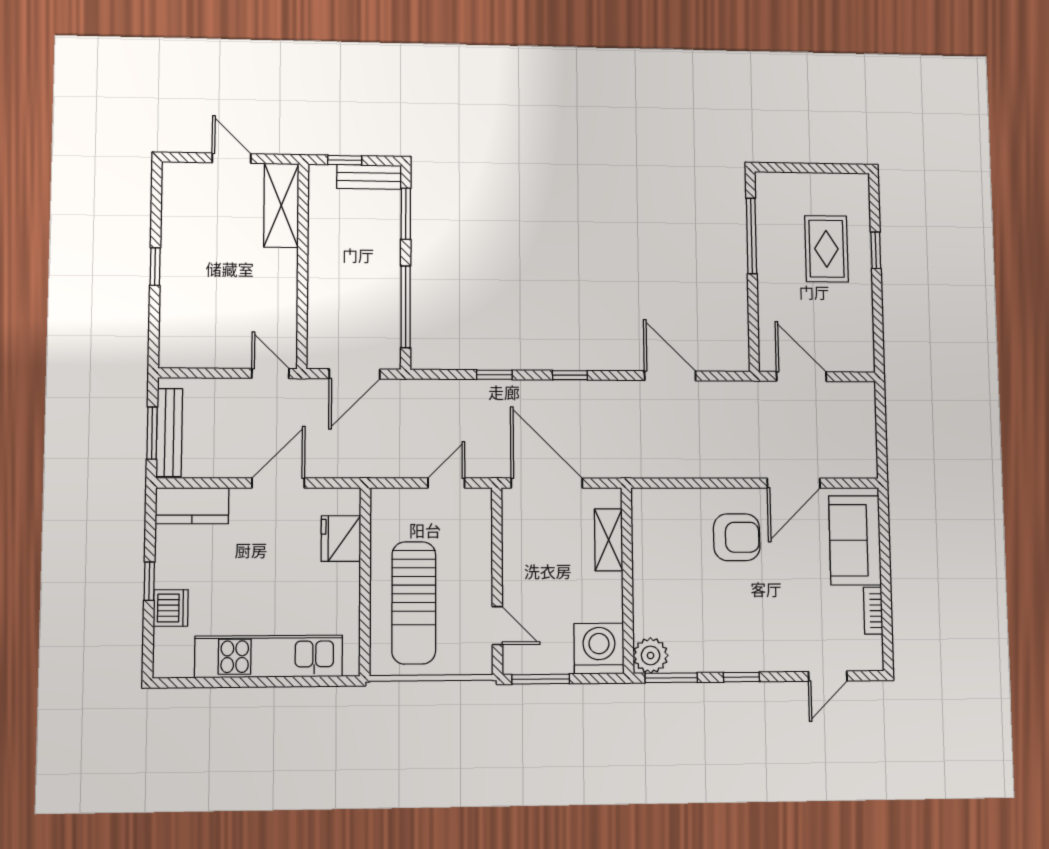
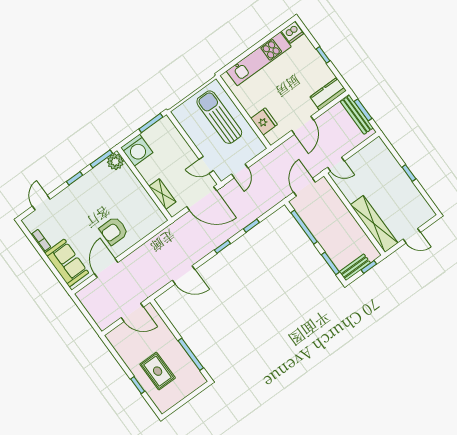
shelving: (281, 205) -> (374, 224), width x1.47
dishwasher: (171, 608) -> (292, 32), moved, turned -90
door: (497, 626) -> (206, 165), moved

